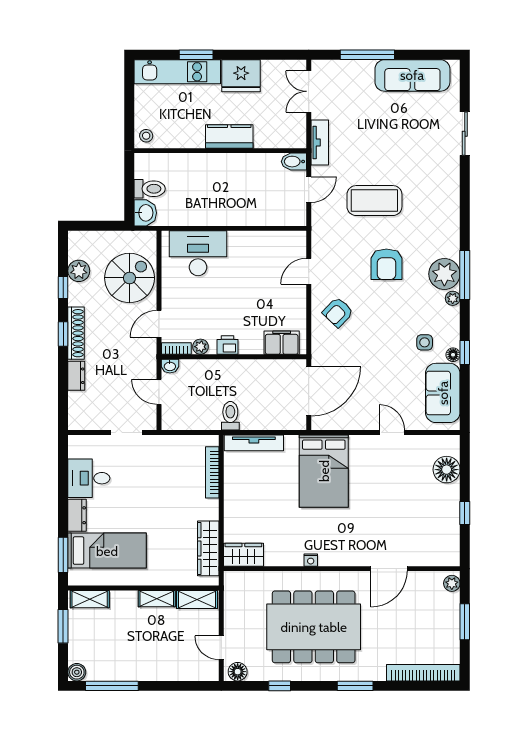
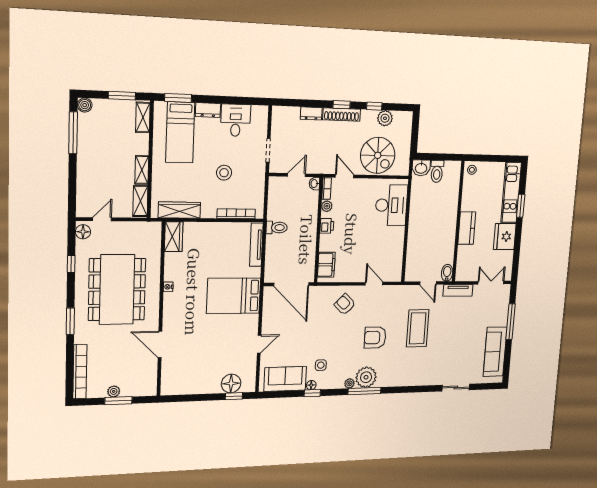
stool: (158, 491) -> (224, 173), added
window: (465, 513) -> (234, 396), moved
plant: (452, 583) -> (114, 391), moved

